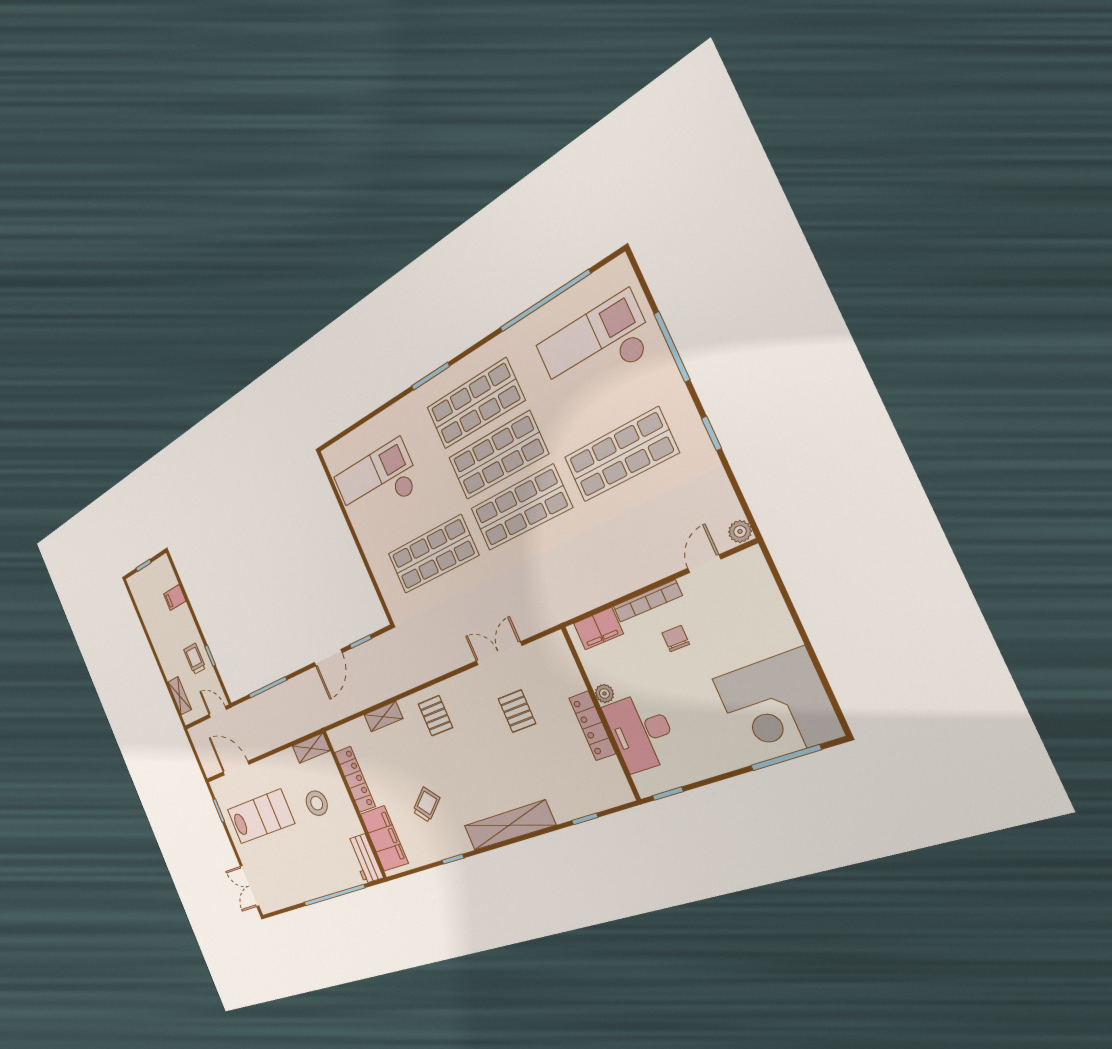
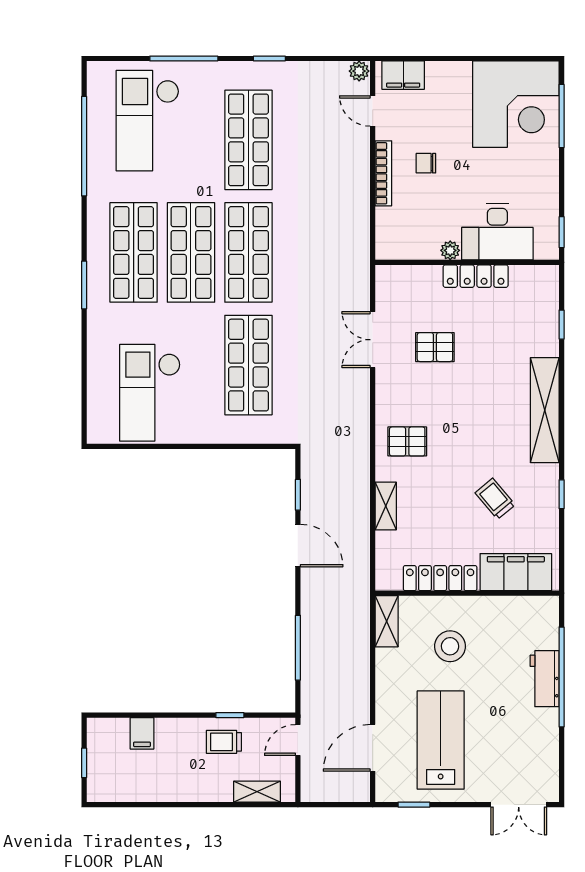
filing cabinet: (598, 629) -> (403, 75), moved, turned 90
workbench: (365, 859) -> (545, 679), moved, turned 90

